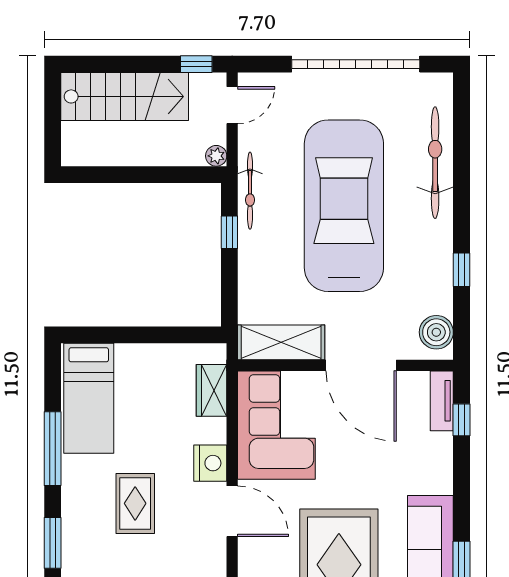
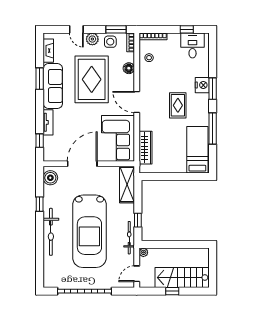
window: (196, 64) -> (172, 291), moved
bicycle: (435, 163) -> (51, 232), moved
shelving: (281, 342) -> (127, 184), moved, turned 90
door: (361, 365) -> (82, 164), hinge flipped
wardrobe: (212, 390) -> (145, 148), width x1.50
tv unit: (442, 401) -> (48, 122), moved
nightstand: (210, 463) -> (202, 85), moved, turned 180

